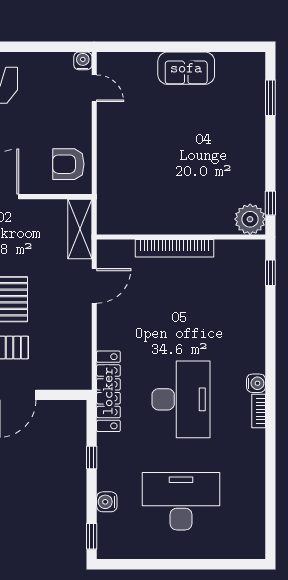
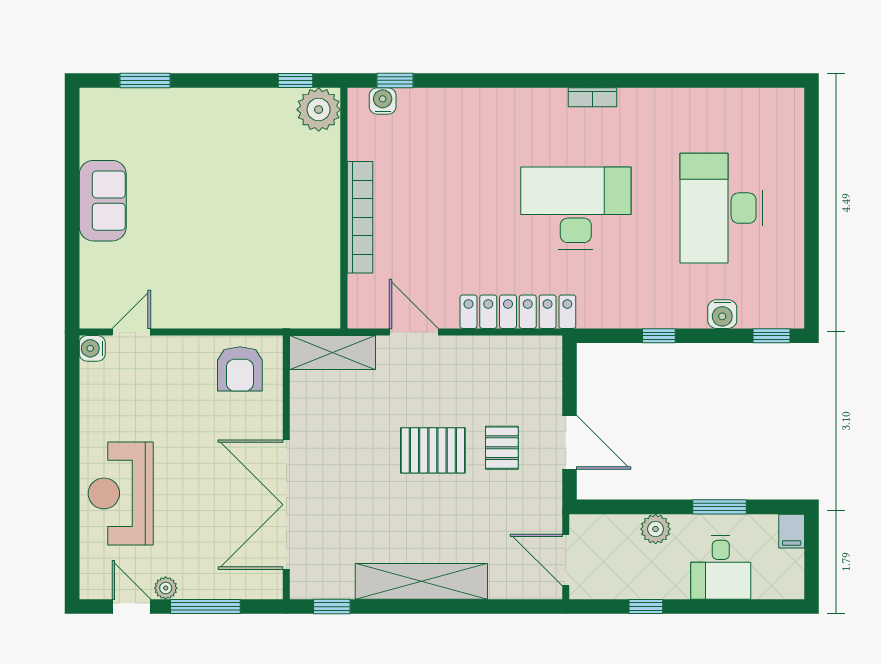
water cooler: (256, 383) -> (383, 101), moved
locker: (108, 391) -> (518, 312), moved

